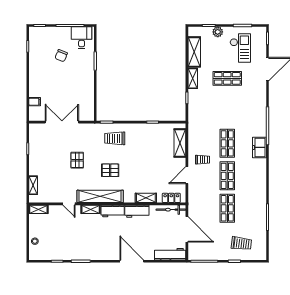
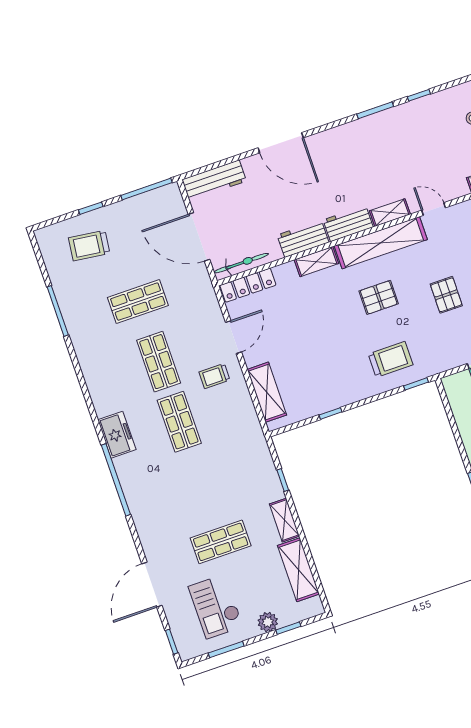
shelving: (146, 198) -> (316, 262), moved
locker: (171, 198) -> (248, 285), width x1.53
shop shelf: (227, 208) -> (138, 302), turned 90

